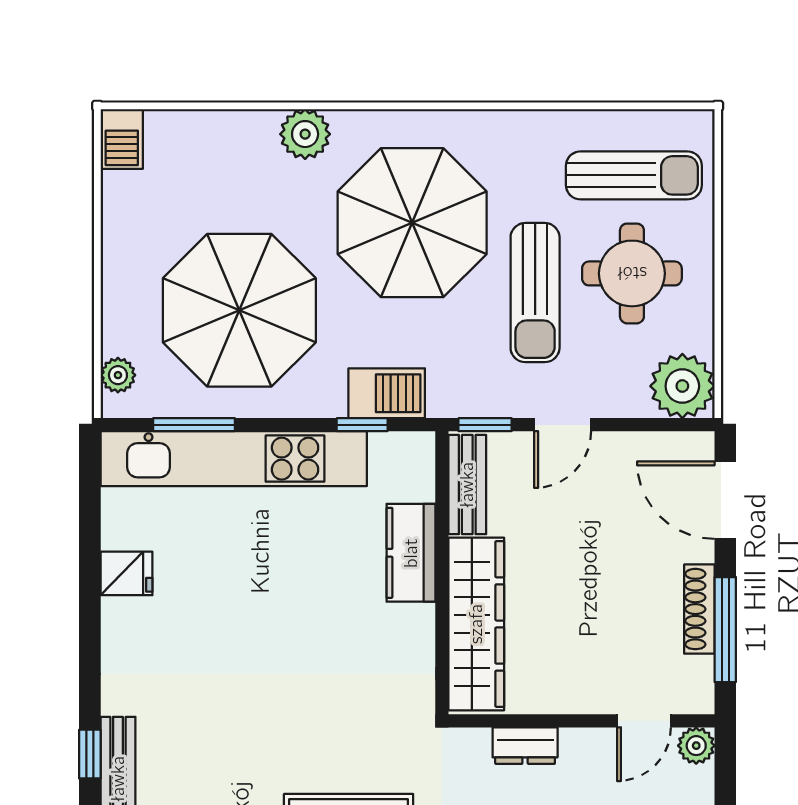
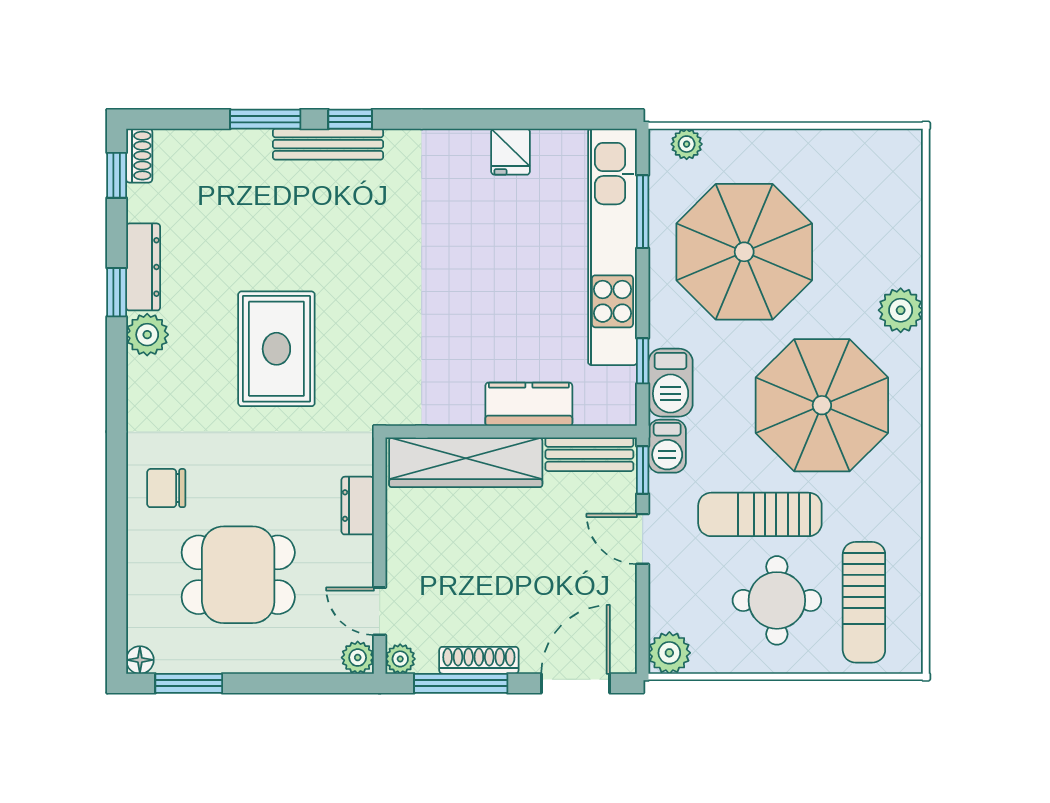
barbecue: (122, 139) -> (667, 446), moved, turned -90
plant: (682, 386) -> (669, 653), width x0.73, depth x0.73
plant: (698, 698) -> (400, 659), added

